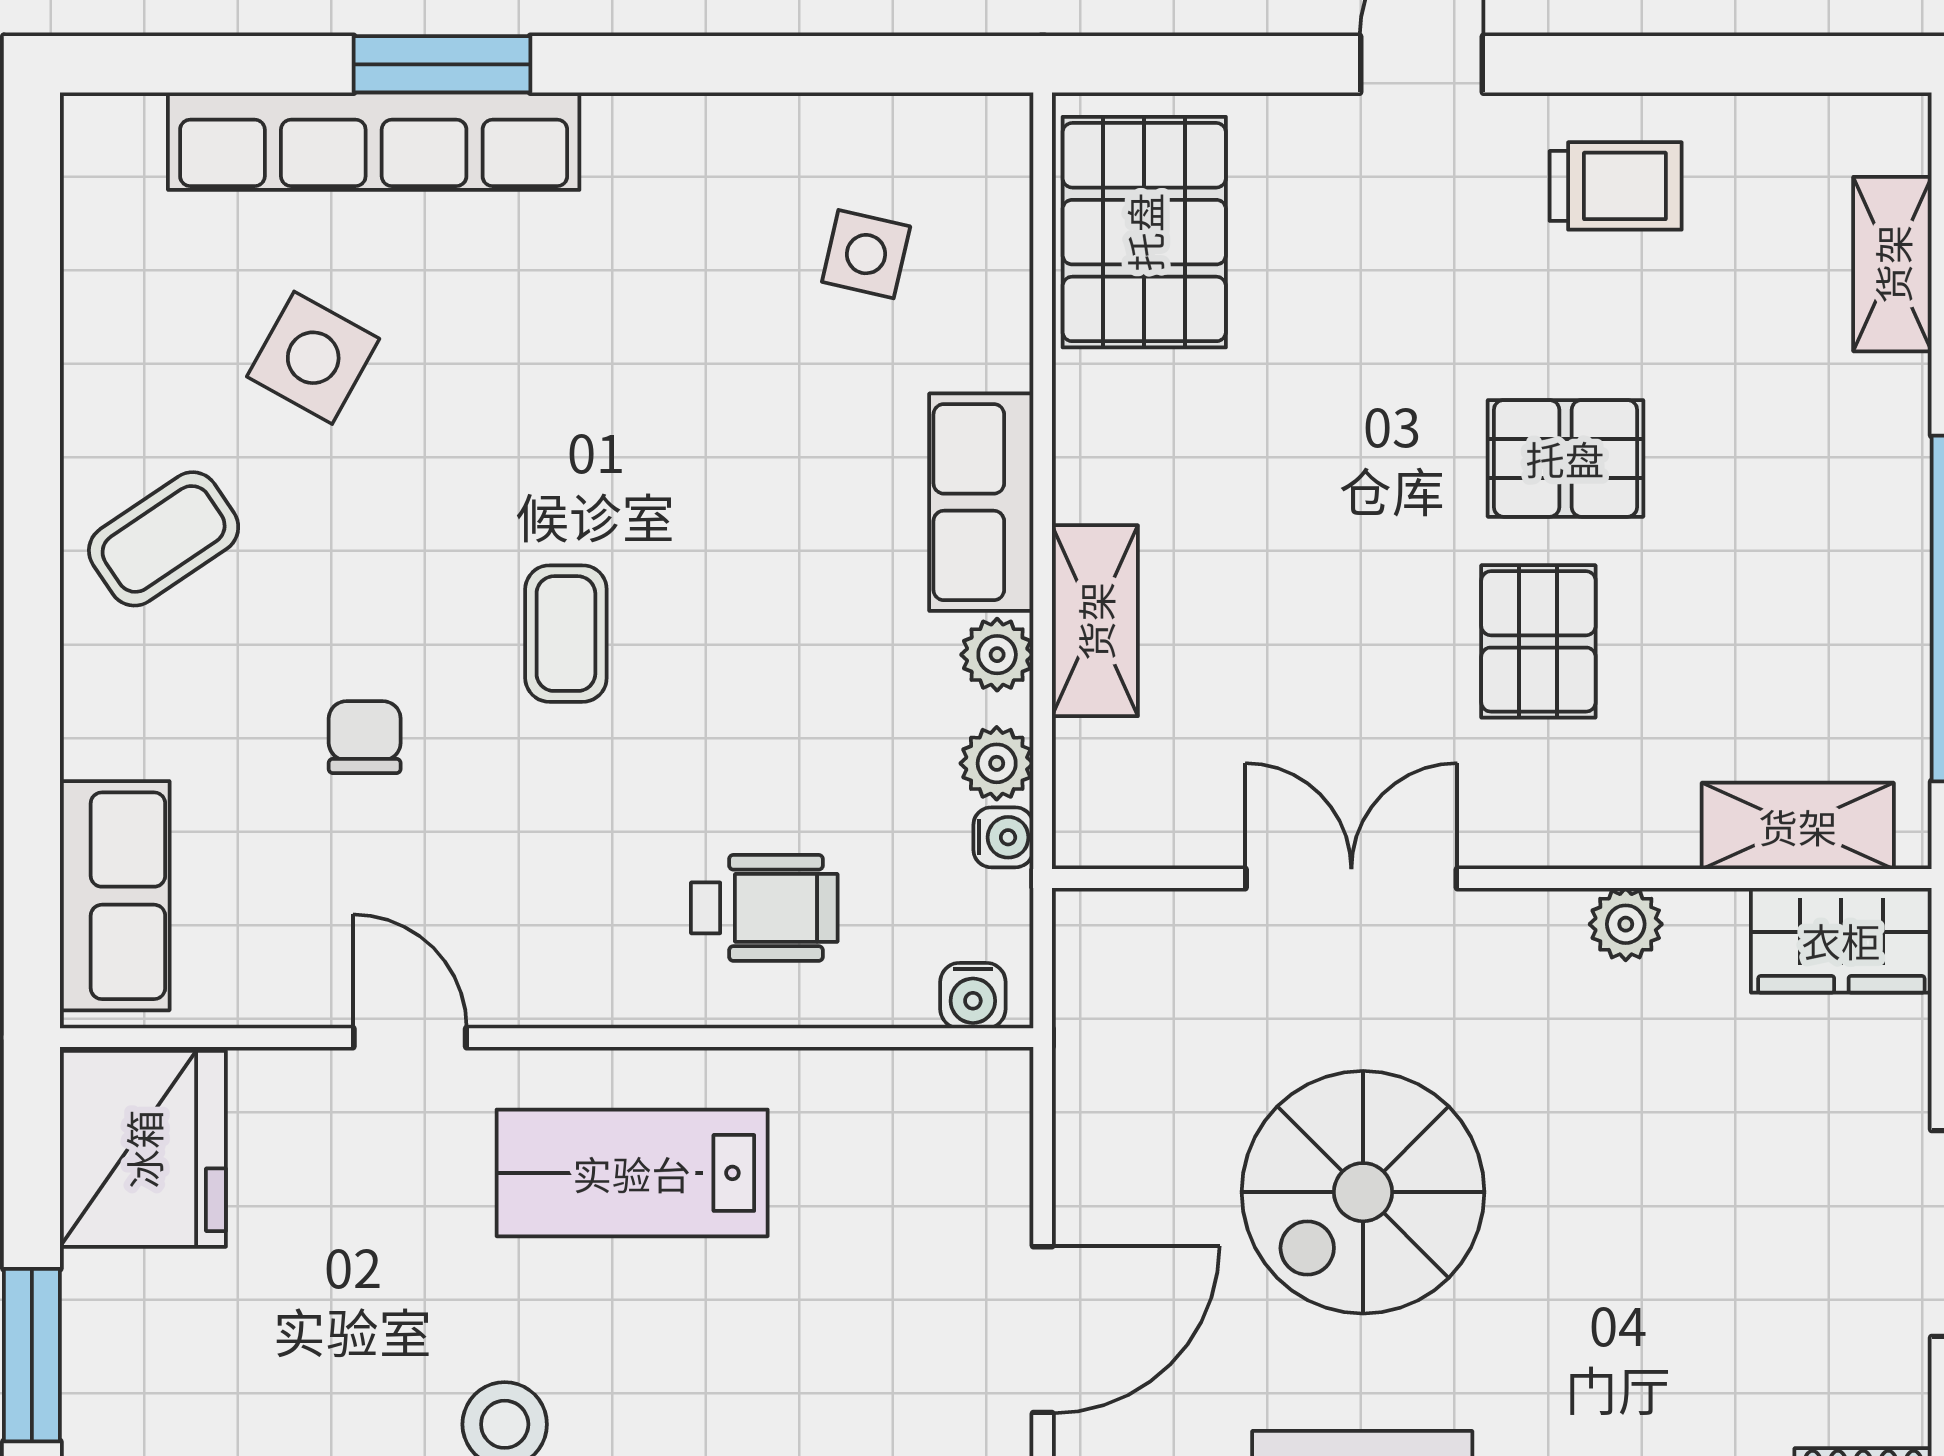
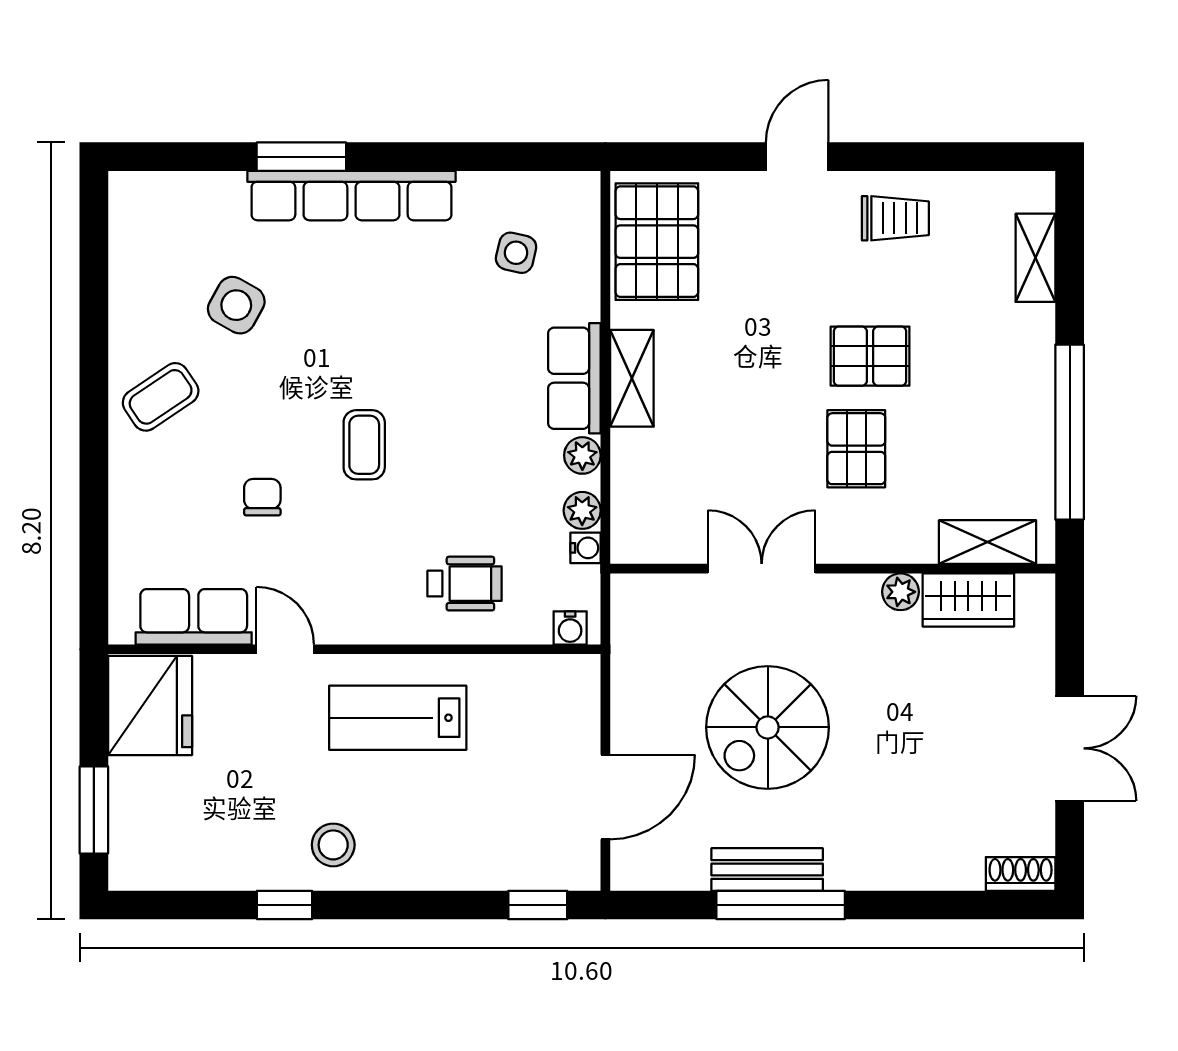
row of seats: (374, 141) -> (351, 196), moved
shelving: (1095, 621) -> (632, 378), moved
row of seats: (115, 896) -> (194, 617), moved, turned -90
wardrobe: (1841, 940) -> (968, 600), moved

